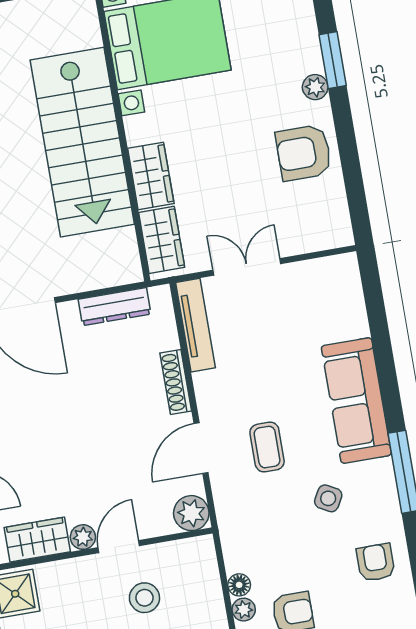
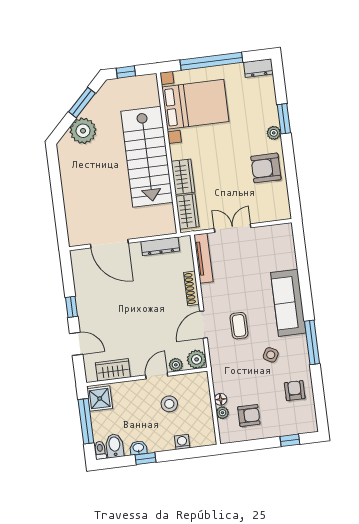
plant: (83, 537) -> (176, 365), moved

